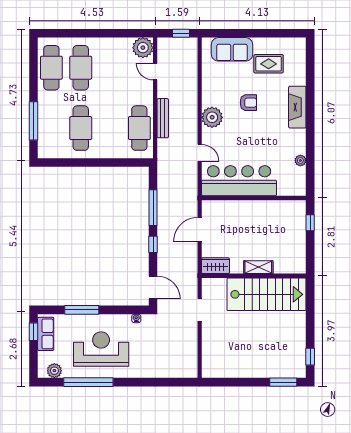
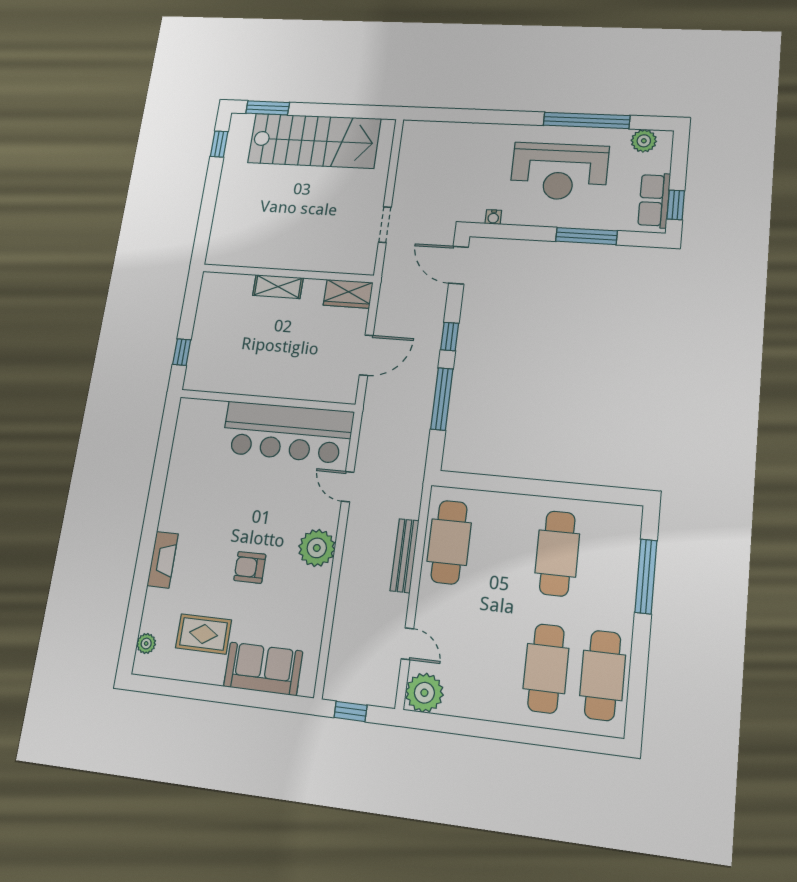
fireplace: (297, 107) -> (163, 560), width x0.73, depth x0.76
plant: (300, 160) -> (146, 644), moved
stairs: (267, 294) -> (314, 141), moved, turned 180

